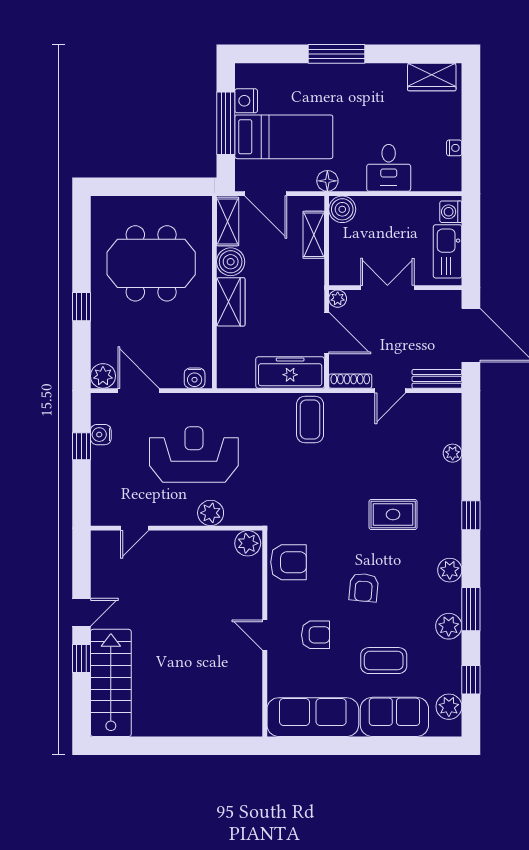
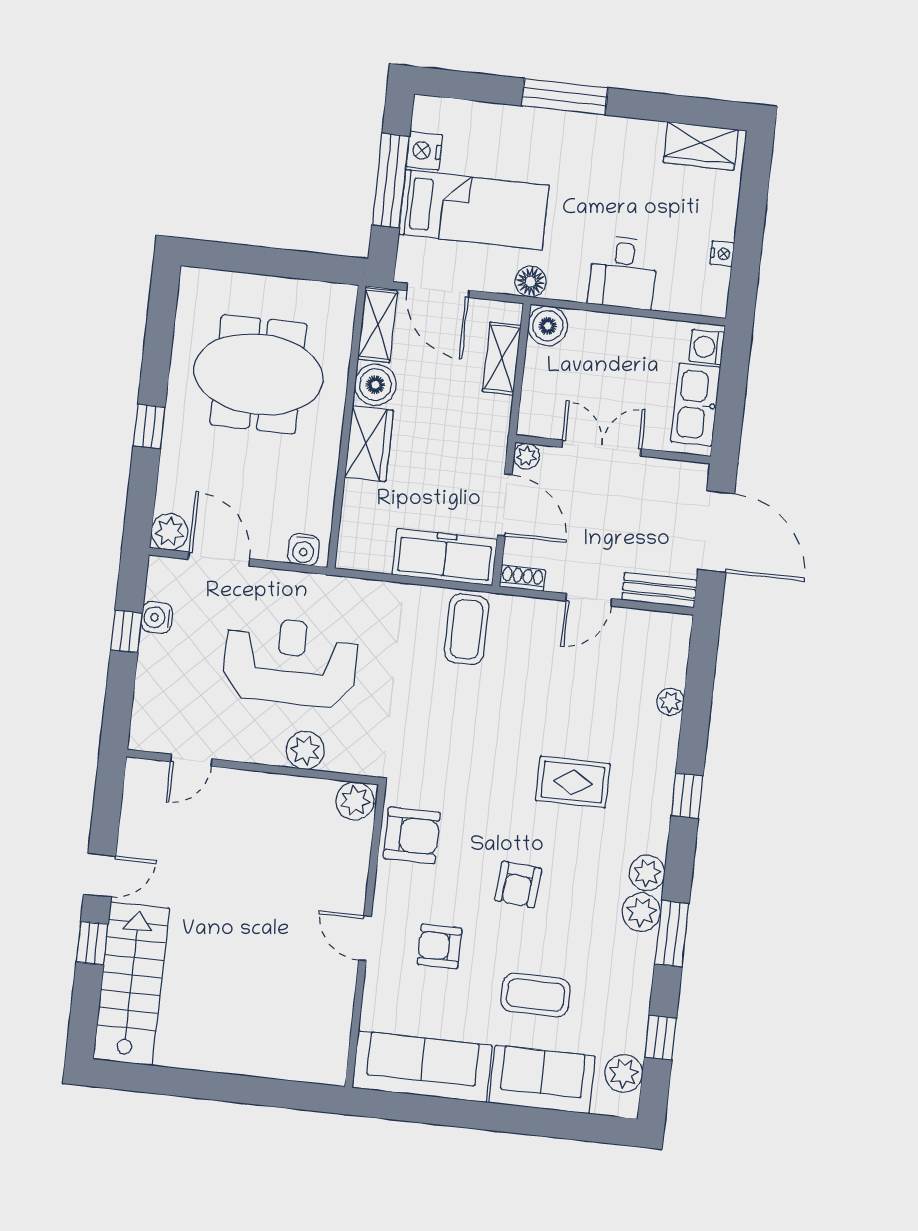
shoe rack: (350, 381) -> (522, 578), width x0.70
plant: (449, 626) -> (641, 912), moved
armchair: (316, 635) -> (440, 946), turned 180

